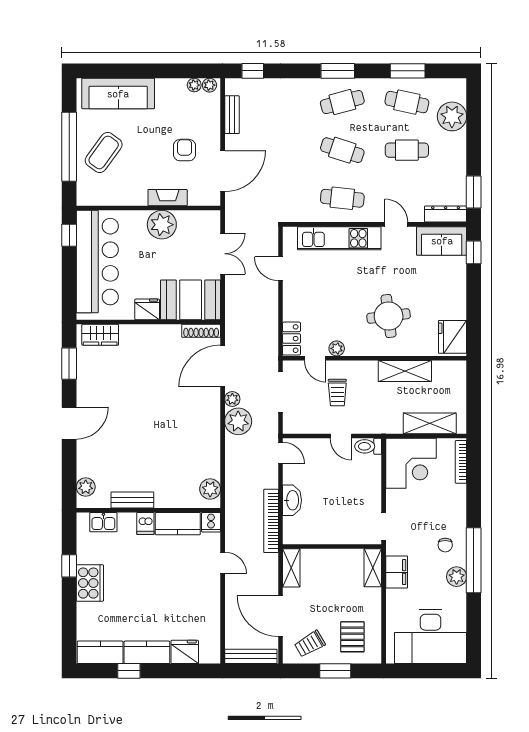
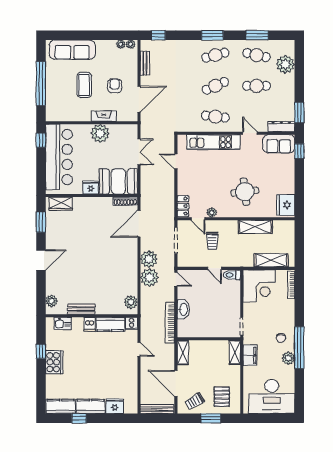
cafe table: (342, 150) -> (215, 86), turned -42
coffee table: (104, 152) -> (84, 85), moved, turned -36
plant: (232, 399) -> (149, 278), moved, width x1.88, depth x1.88

